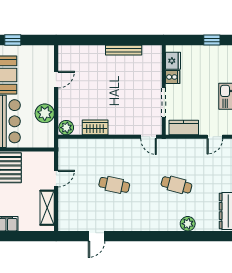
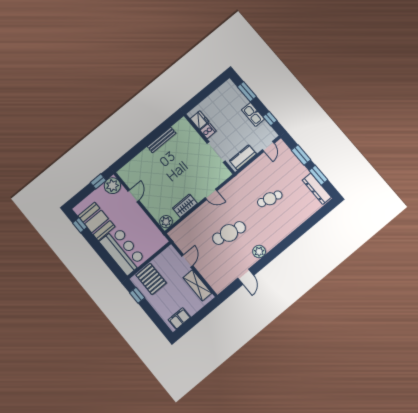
window: (13, 40) -> (98, 181), moved
window: (212, 40) -> (214, 86), removed
plant: (45, 113) -> (112, 186), moved
door: (148, 137) -> (211, 194), moved
cafe table: (114, 185) -> (229, 233), width x1.37, depth x1.35
plant: (188, 224) -> (259, 252), moved

